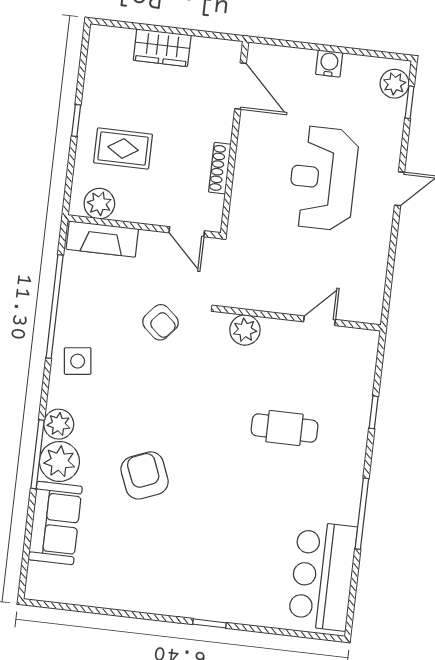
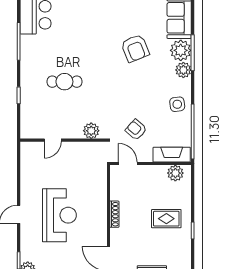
plant: (99, 204) -> (175, 173), moved
wall: (144, 227) -> (151, 164), moved
door: (187, 232) -> (128, 164), moved
fireplace: (102, 239) -> (172, 155), moved

